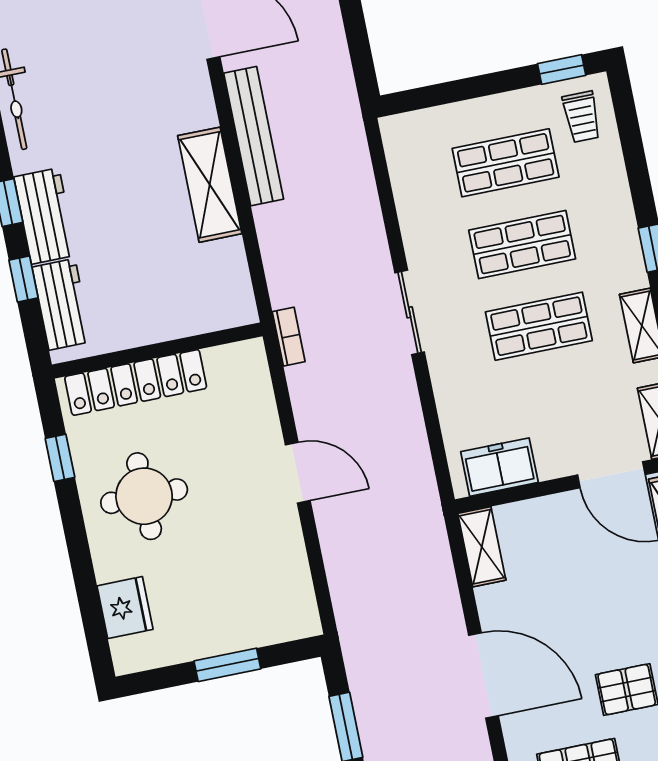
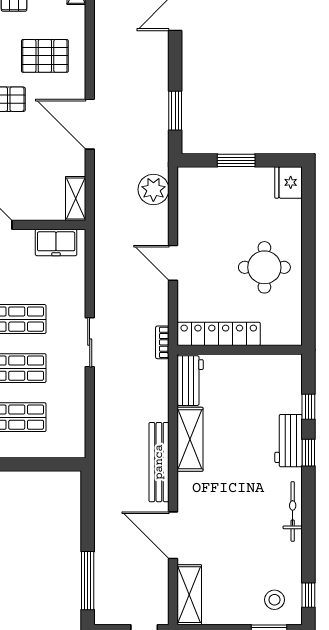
workbench: (62, 304) -> (190, 381), moved, turned 180
locker: (136, 382) -> (219, 334), moved
window: (60, 458) -> (308, 299), removed
plant: (355, 588) -> (153, 189), added
fridge: (125, 608) -> (288, 182), moved

